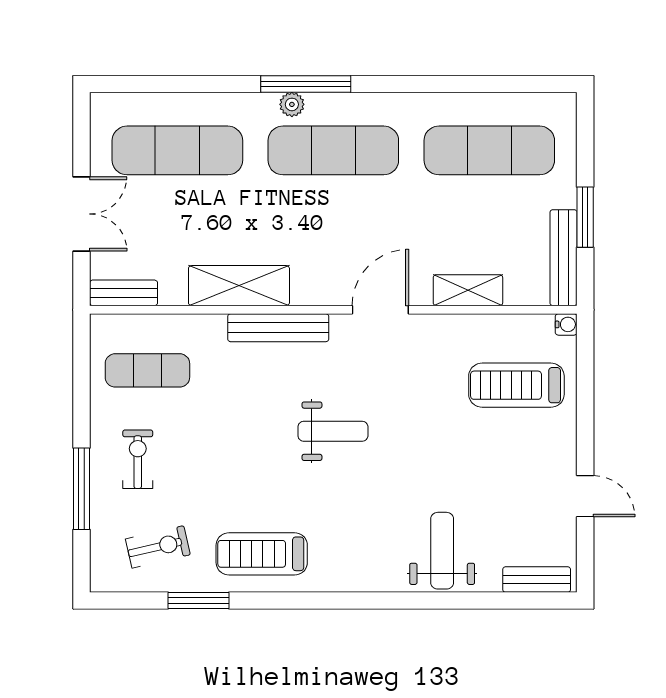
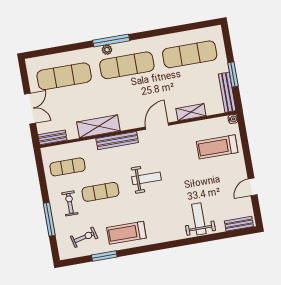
exercise mat: (216, 444) -> (100, 192), added
door: (585, 496) -> (253, 187), swing flipped

